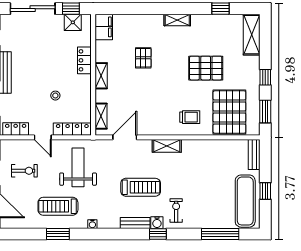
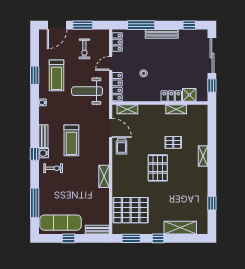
shelving: (177, 20) -> (203, 156), moved
shower: (73, 22) -> (189, 95), moved
filing cabinet: (104, 27) -> (198, 111), removed
shelving: (252, 35) -> (180, 228), moved
pallet: (206, 68) -> (158, 168), moved
shelving: (101, 76) -> (176, 109), moved
trolley: (190, 117) -> (122, 146), moved
shelving: (167, 146) -> (104, 176), moved
weight bench: (78, 167) -> (87, 91), turned 180
treadmill: (58, 206) -> (56, 75), turned 180

